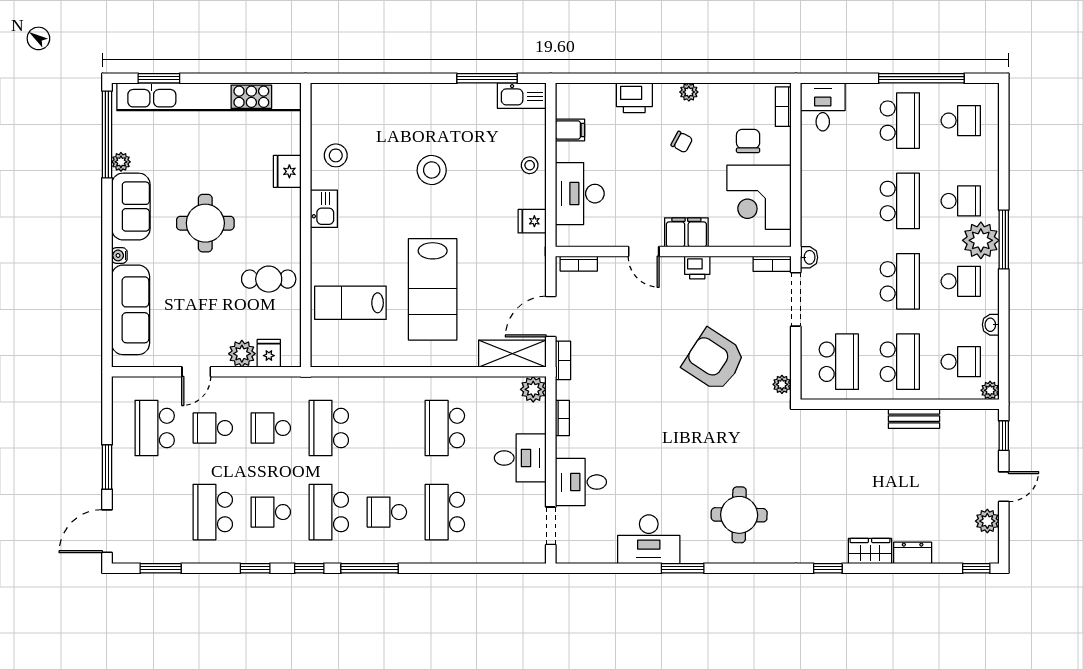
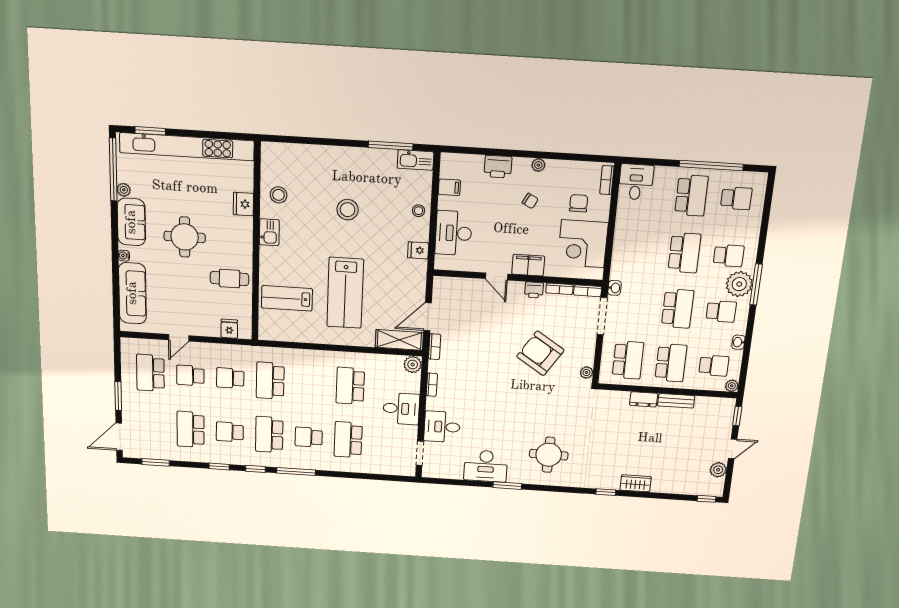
bookcase: (579, 264) -> (559, 289), moved
plant: (242, 354) -> (210, 328), removed
dresser: (913, 553) -> (644, 399), moved, turned 180

